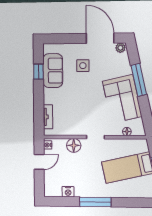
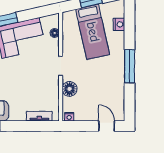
door: (39, 162) -> (107, 126), moved
nightstand: (68, 192) -> (119, 24), moved

